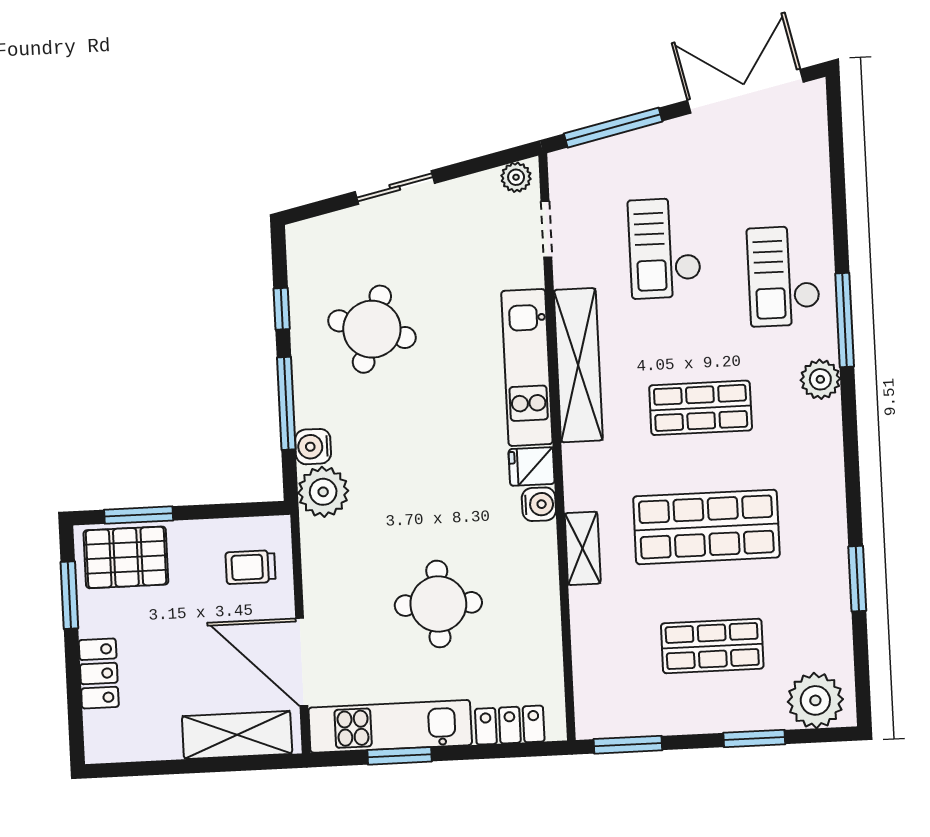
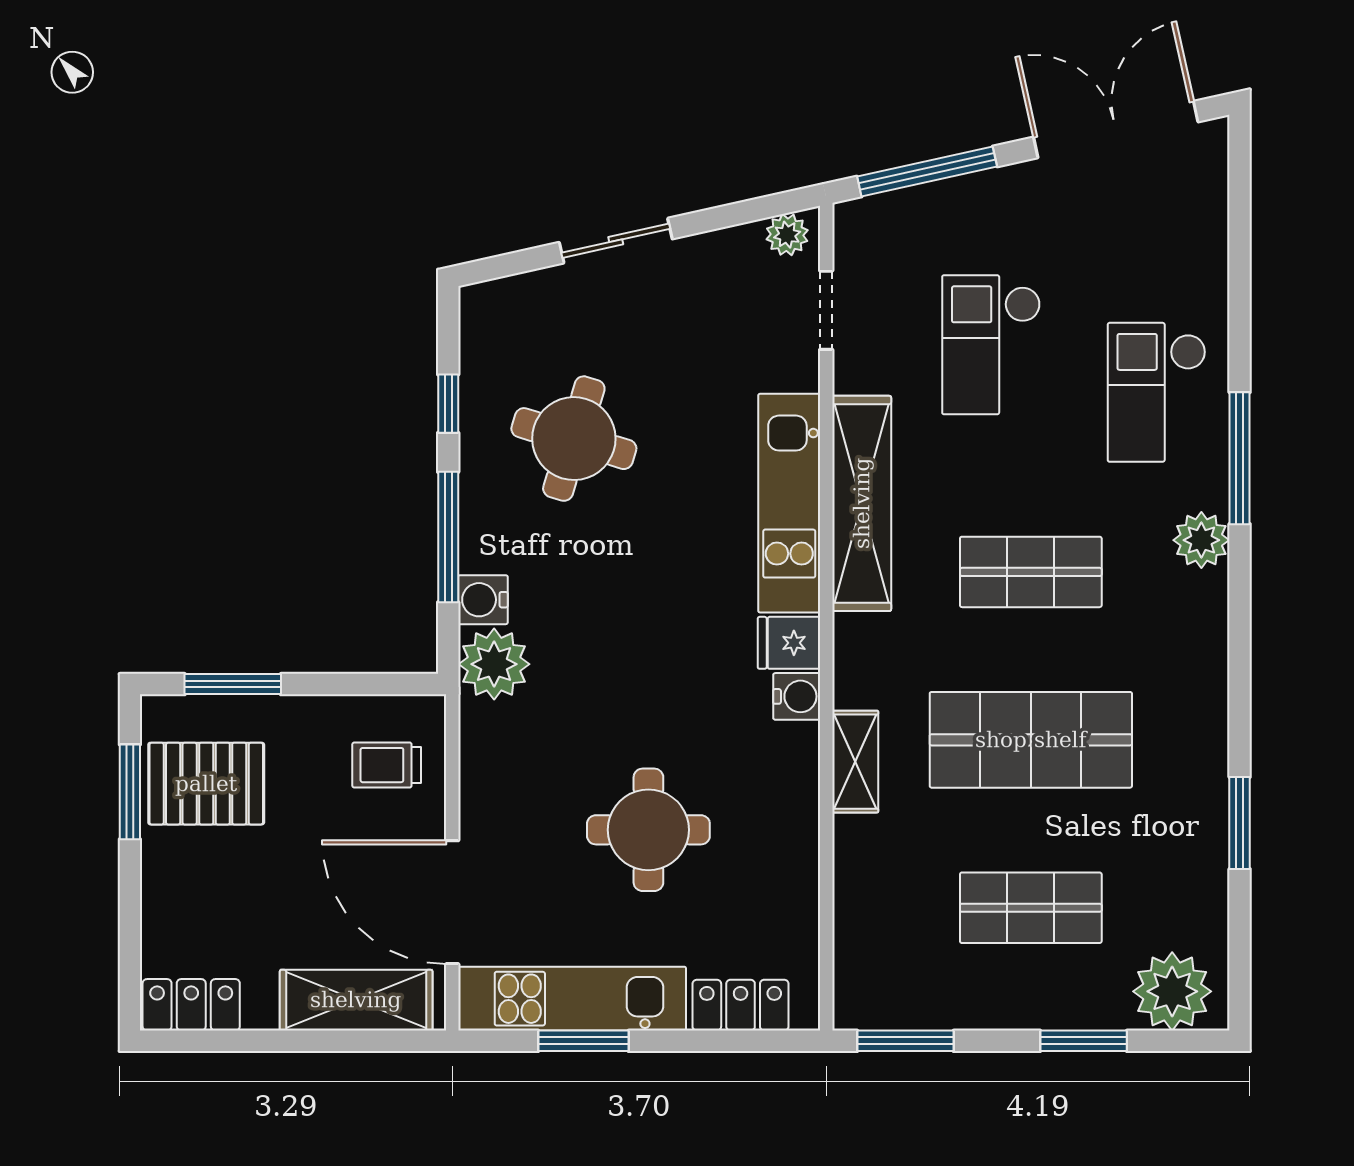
pallet: (126, 557) -> (206, 784), moved
locker: (99, 673) -> (191, 1005), moved, turned -90

